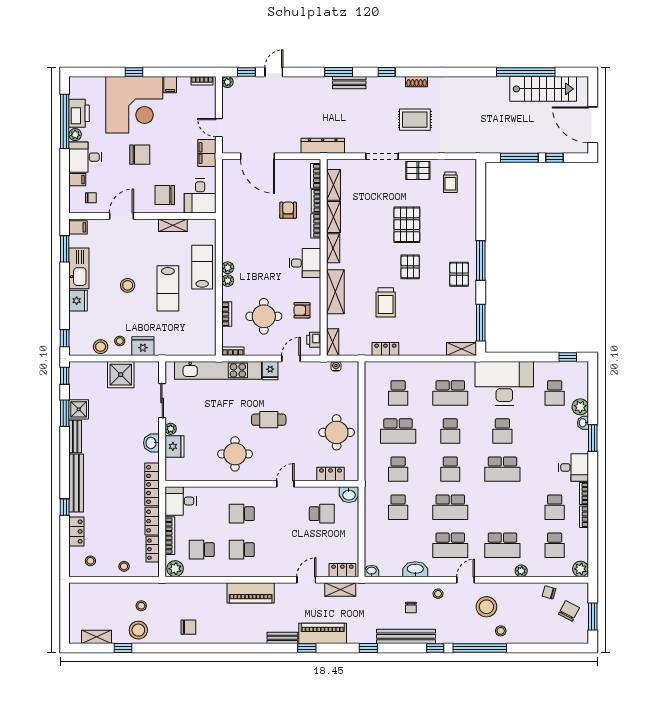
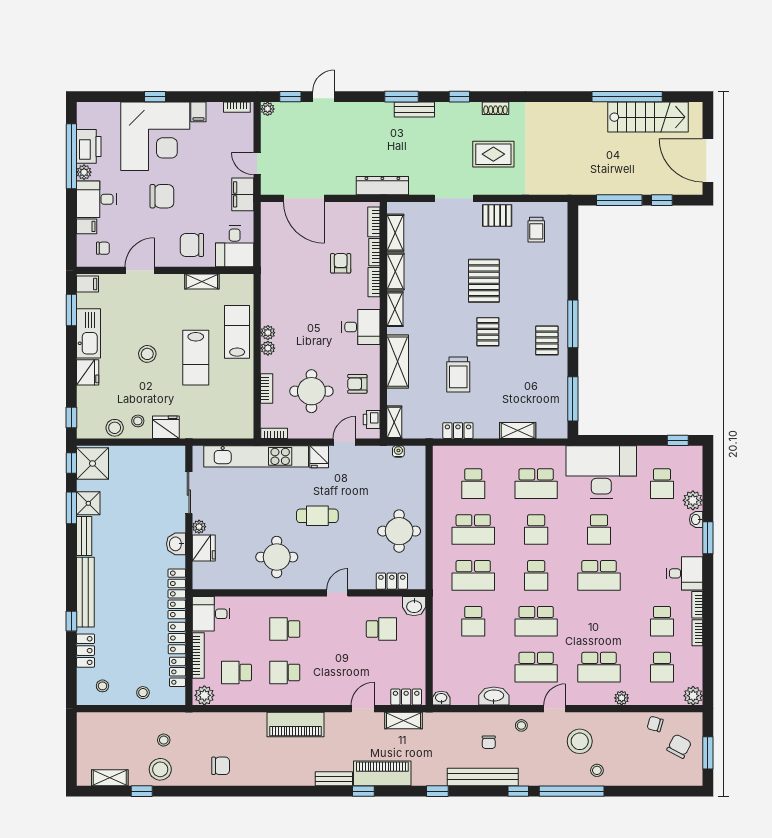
shelving: (461, 349) -> (518, 431), moved
shower: (121, 375) -> (93, 464), moved
school desk: (398, 469) -> (473, 575), width x1.85

